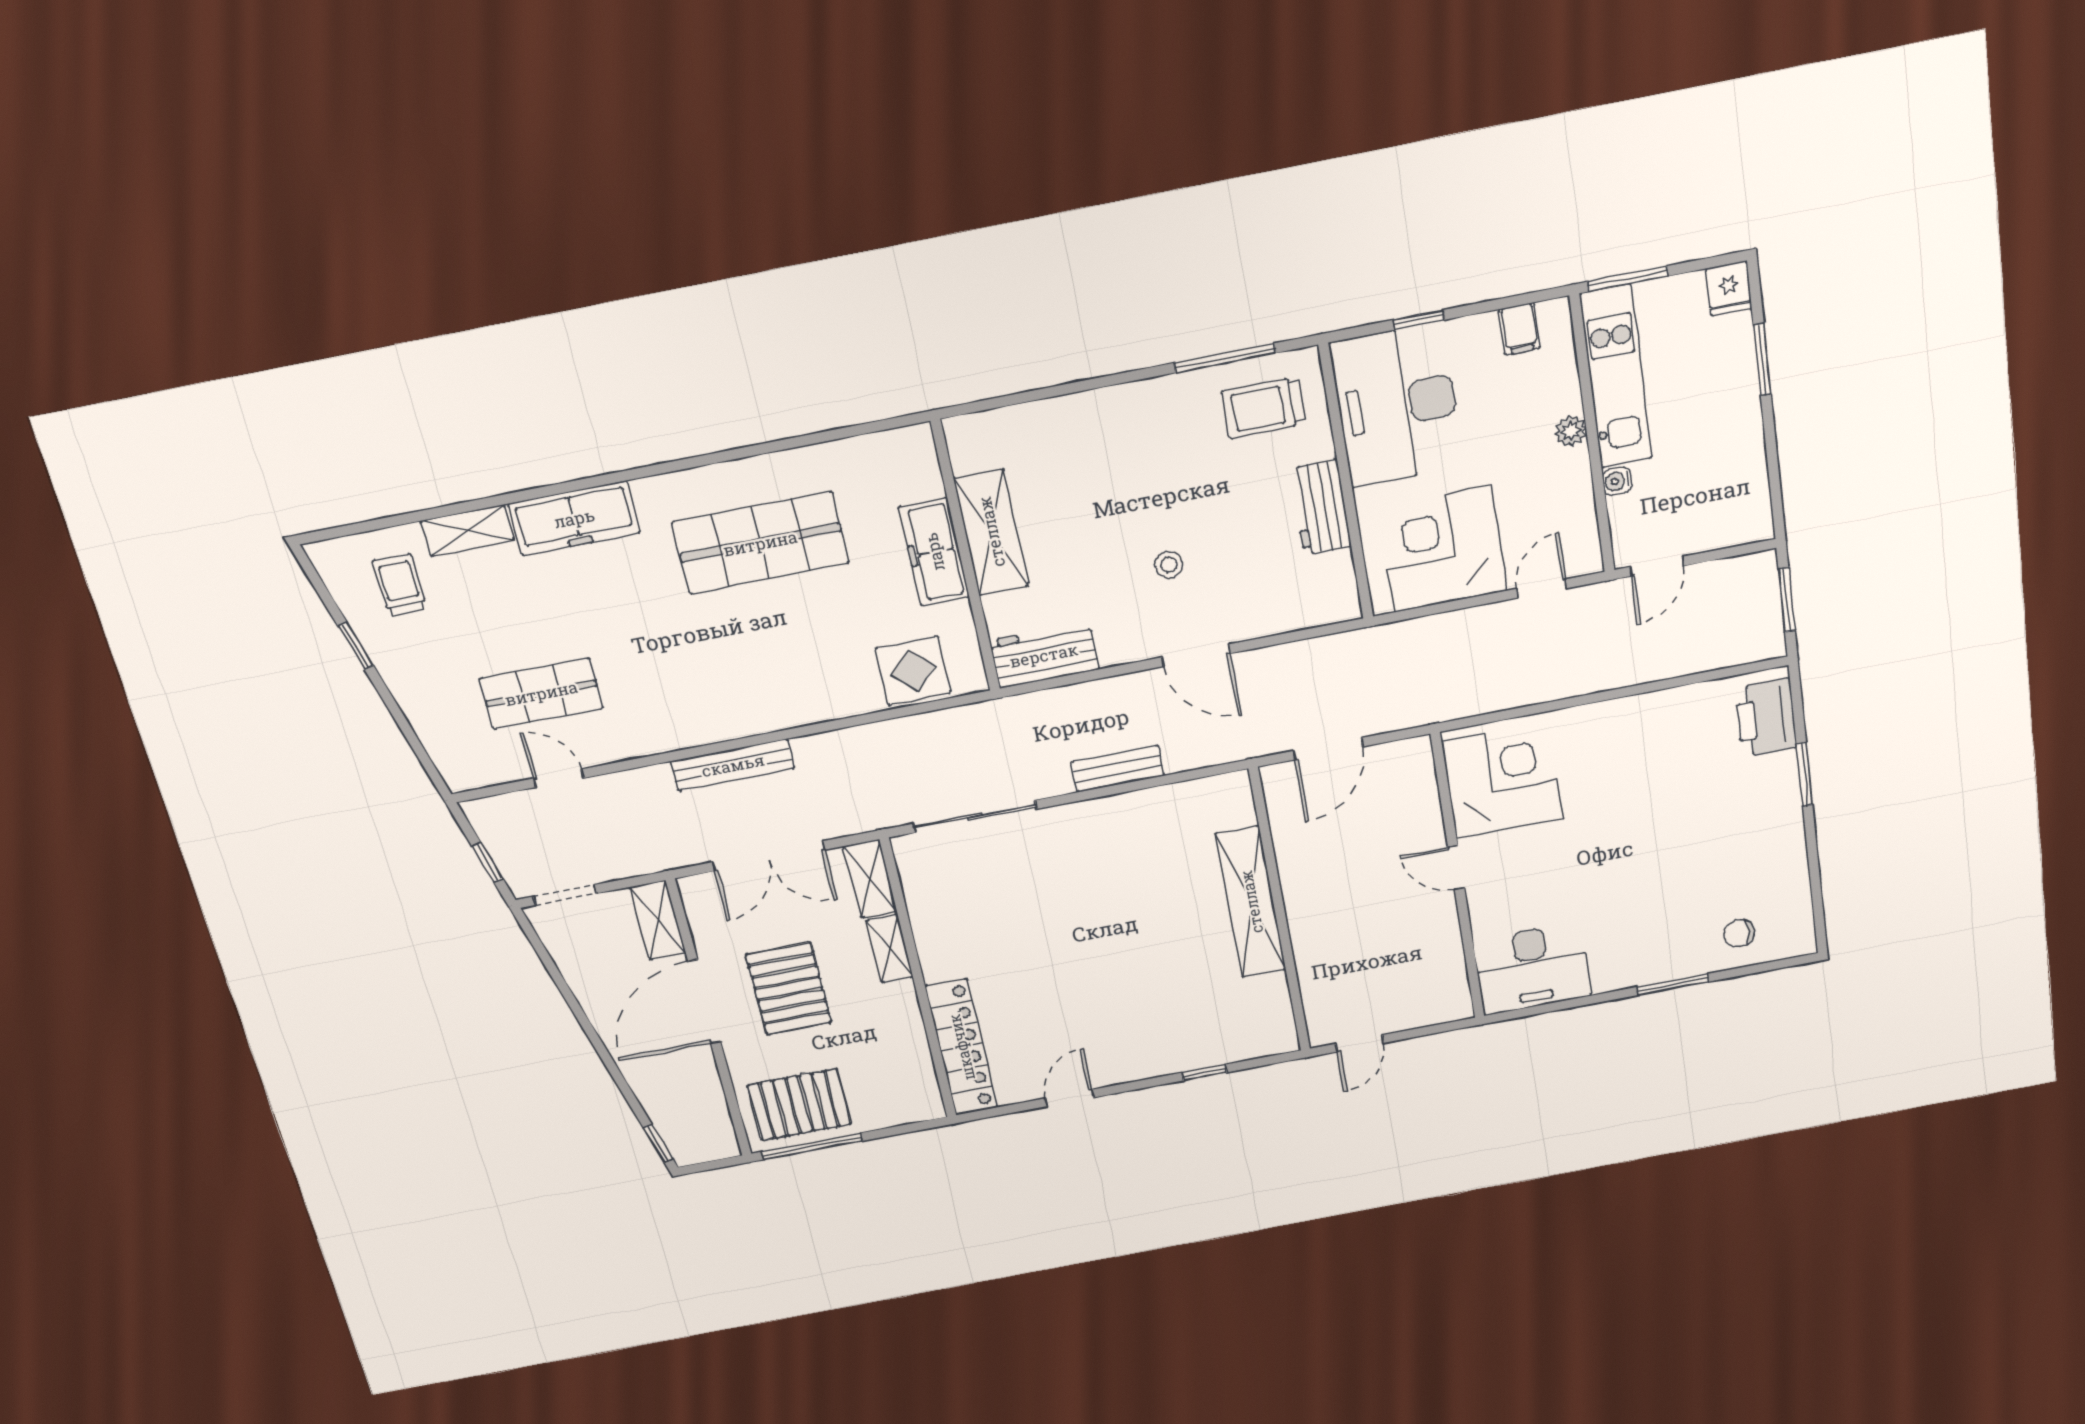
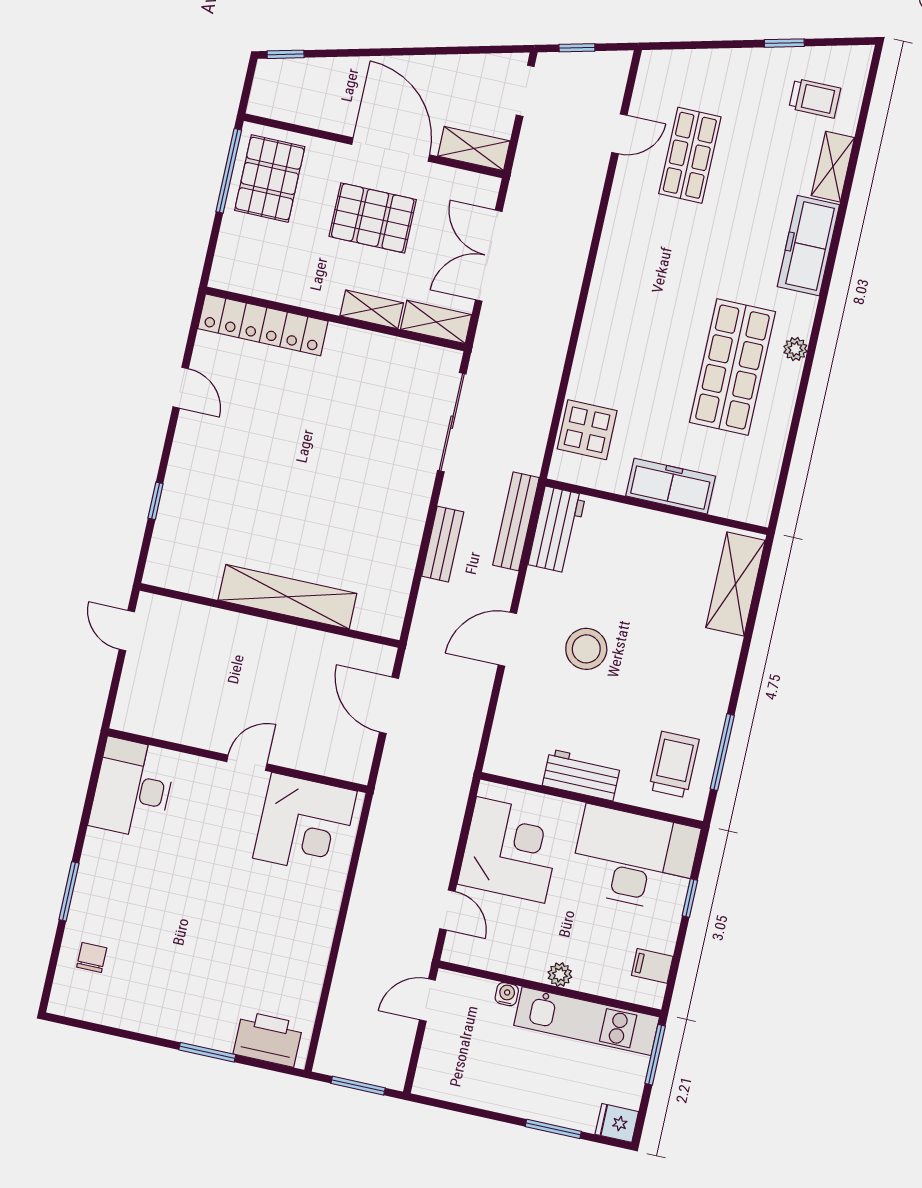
plant: (703, 481) -> (795, 349), added
shelving: (991, 532) -> (736, 584), moved, turned 90
stool: (1169, 565) -> (586, 649), width x1.89, depth x1.89
door: (1657, 566) -> (427, 1000), hinge flipped
bench: (733, 765) -> (516, 521), moved

